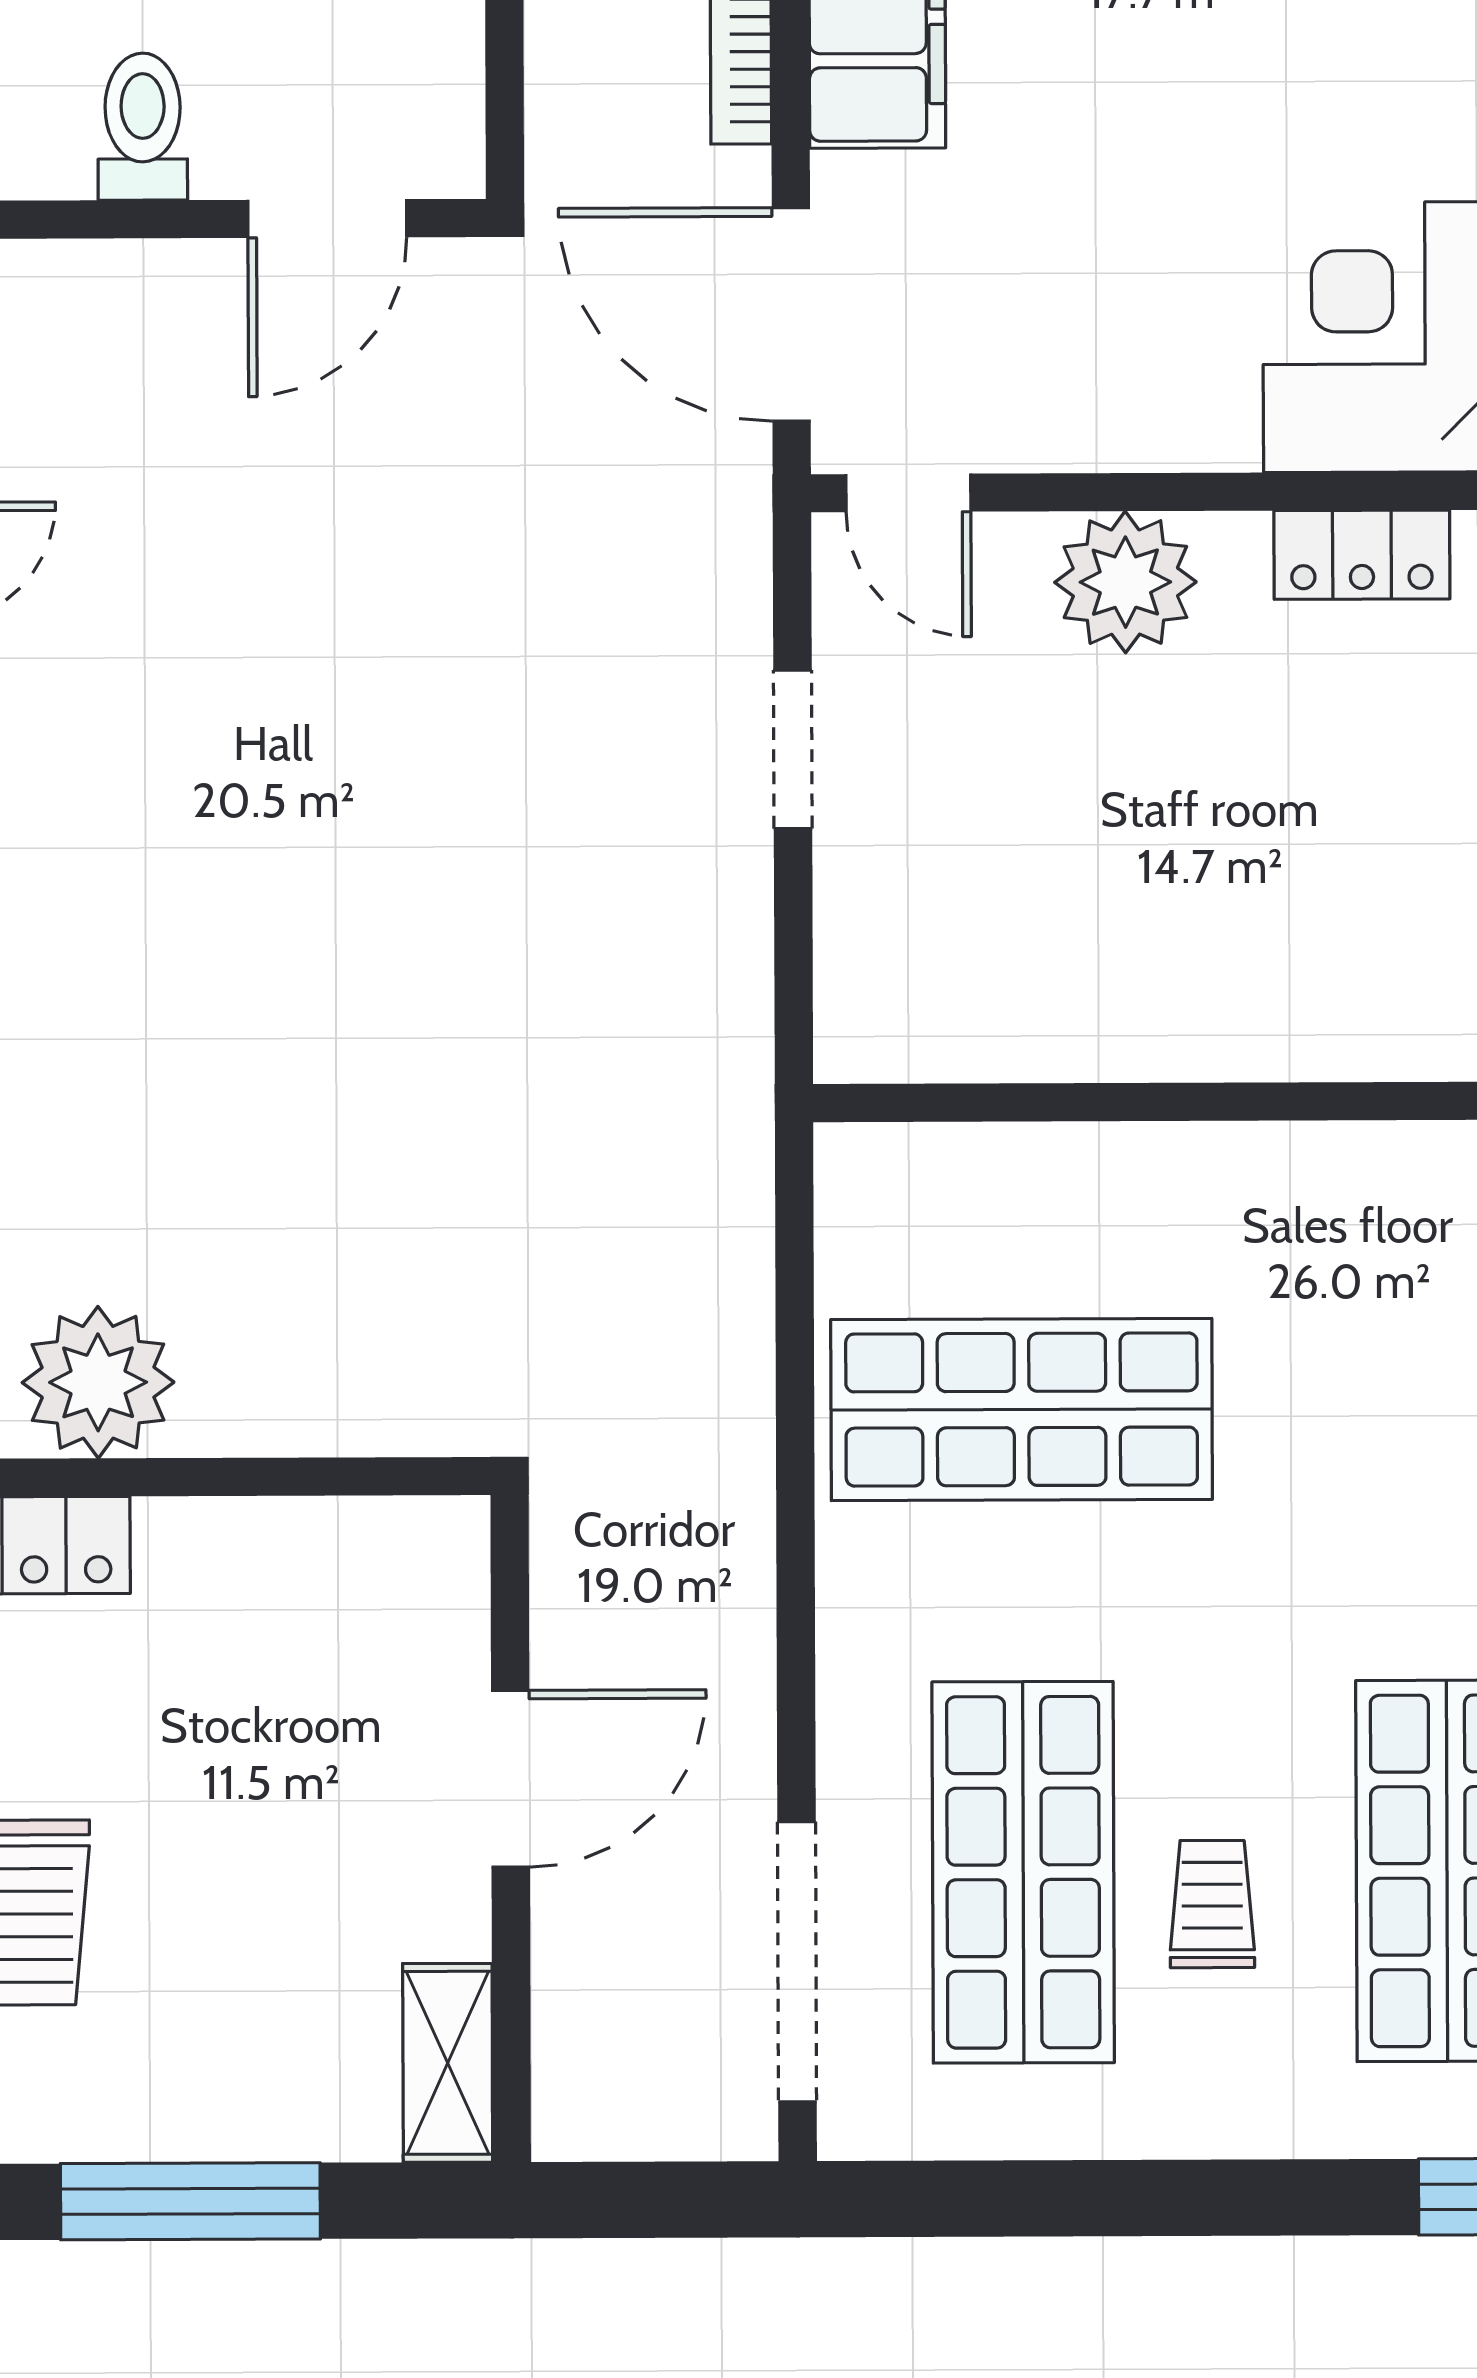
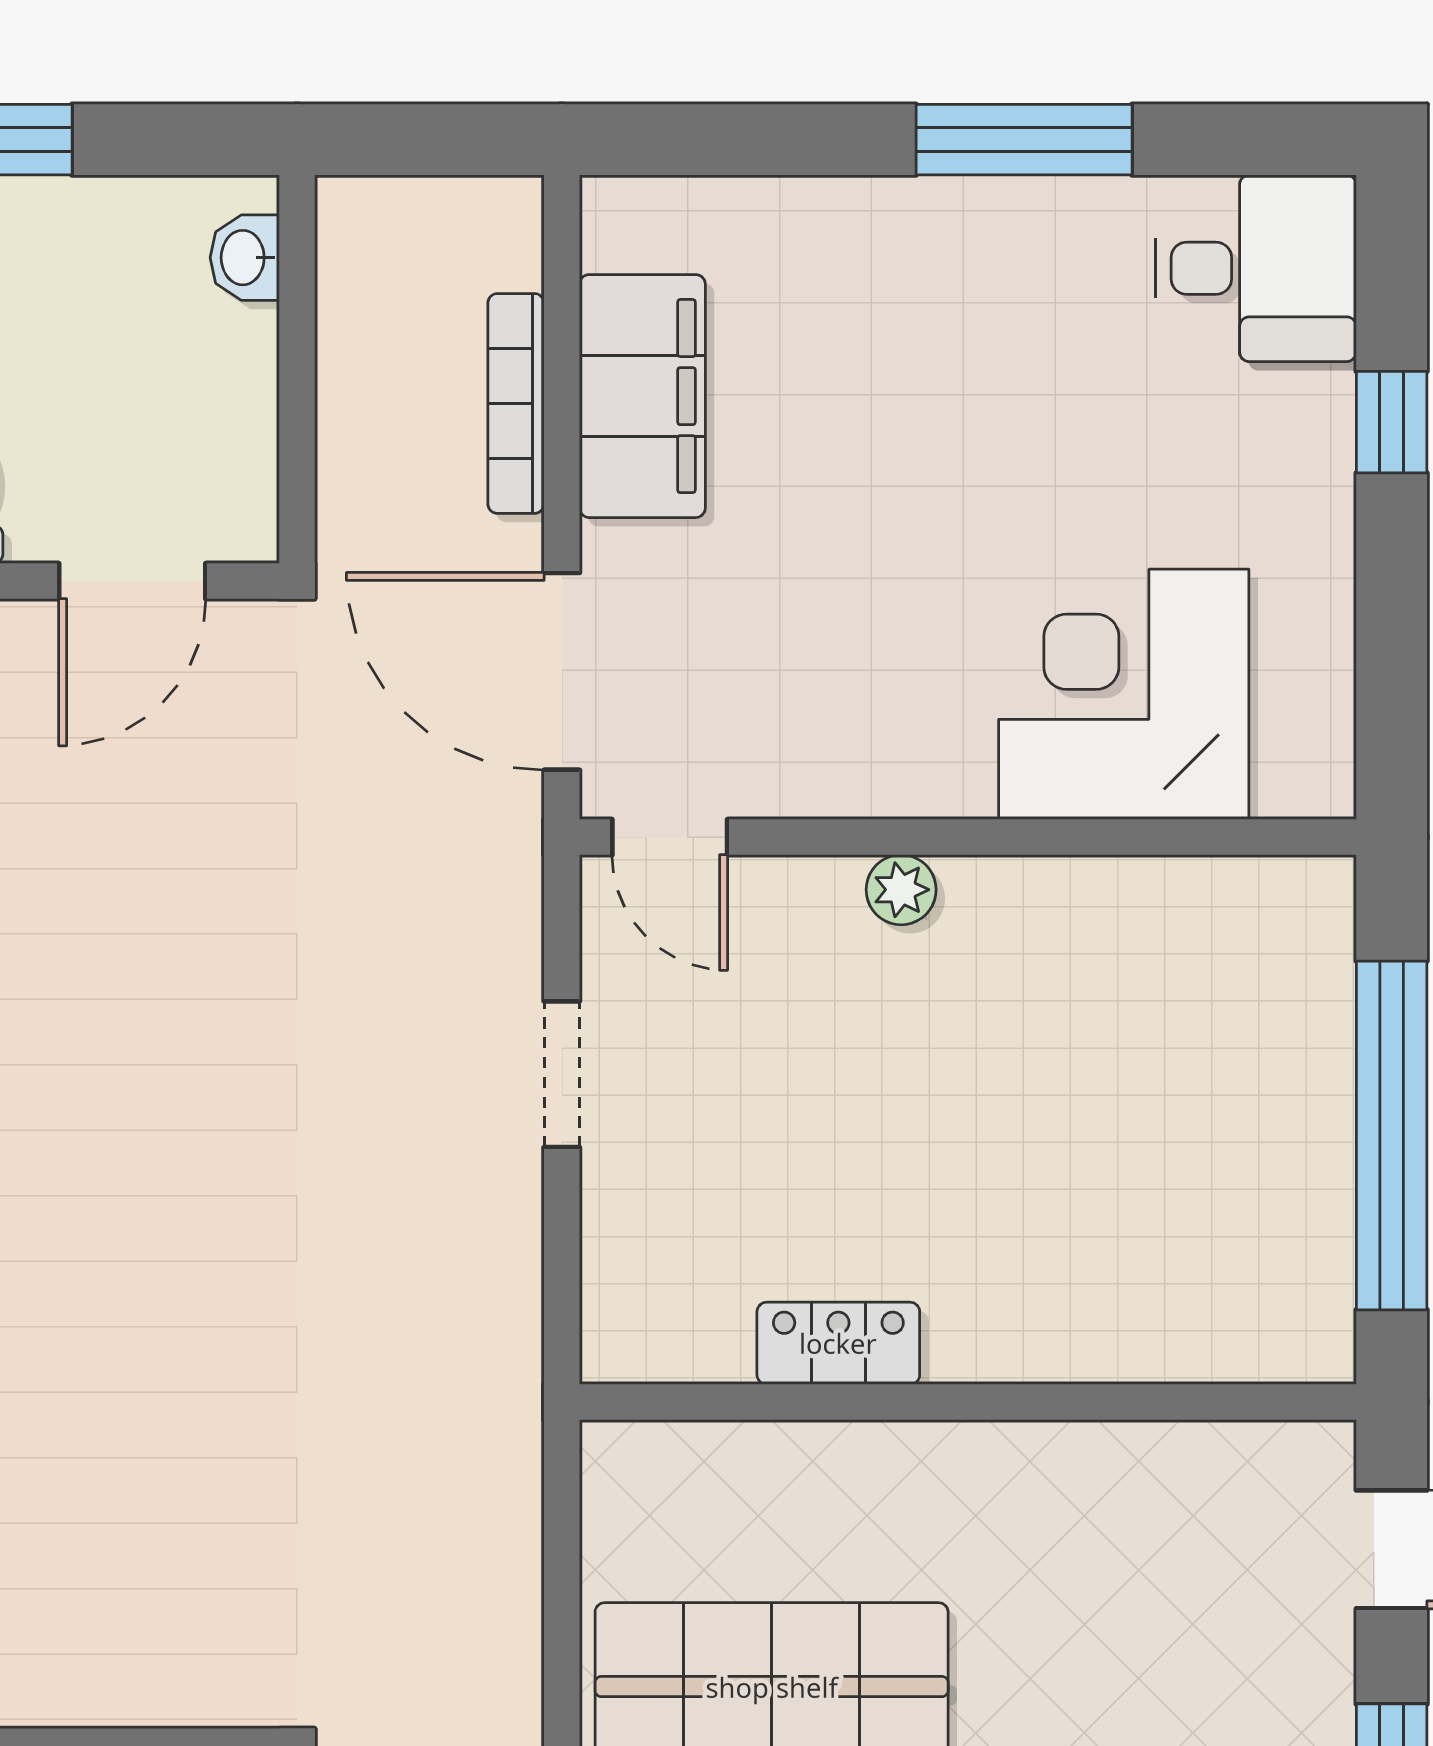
locker: (1362, 555) -> (838, 1343), moved, turned 180
plant: (1125, 582) -> (901, 890), width x0.53, depth x0.53

